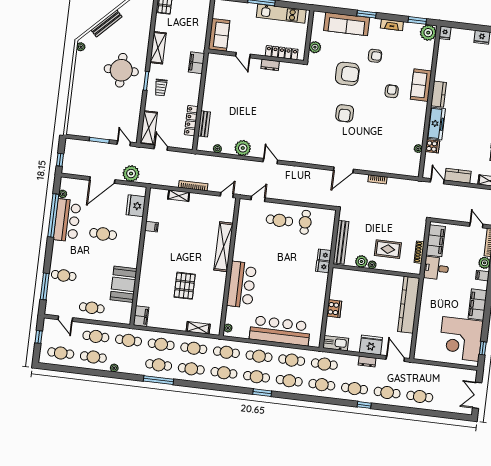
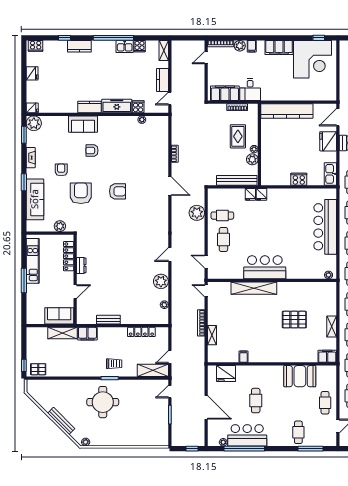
shelving: (158, 48) -> (62, 333), moved
bench: (204, 124) -> (108, 320), moved
plant: (131, 174) -> (197, 213), moved
bar counter: (242, 285) -> (265, 267), moved
shelving: (198, 328) -> (332, 327), moved

